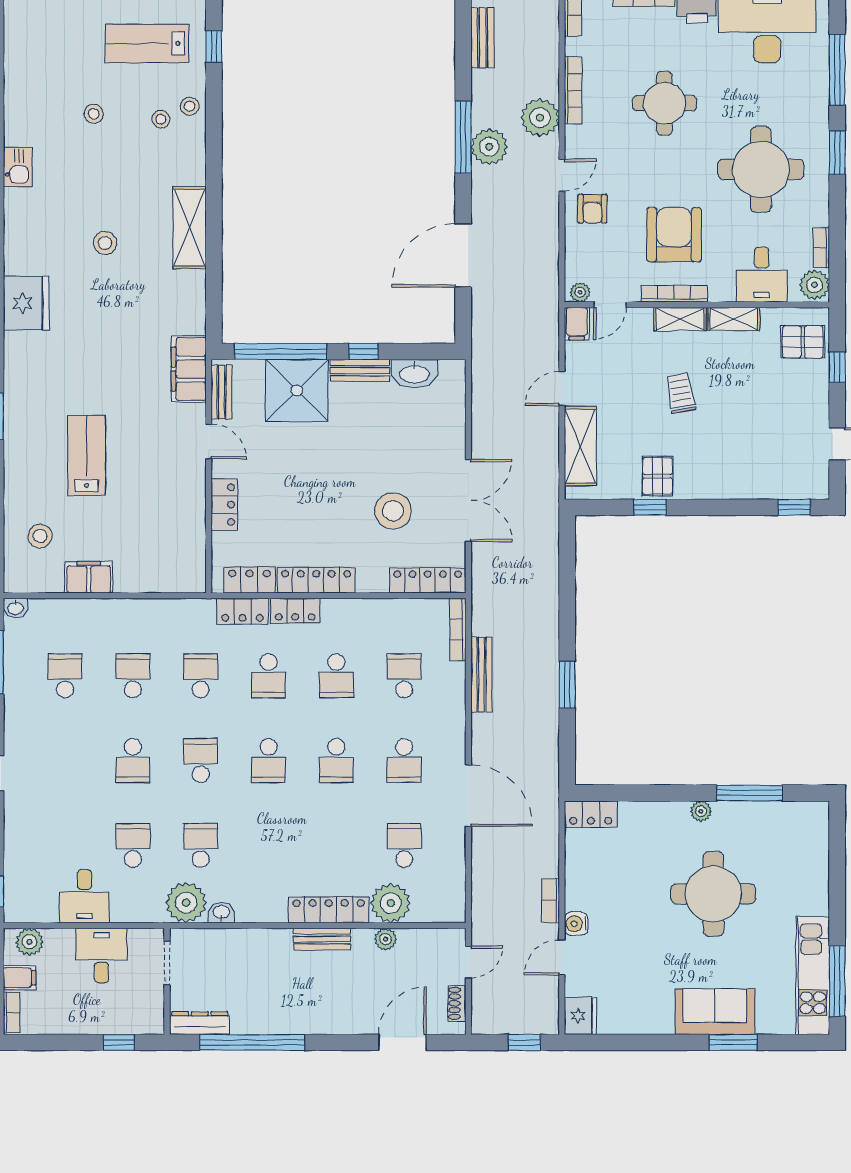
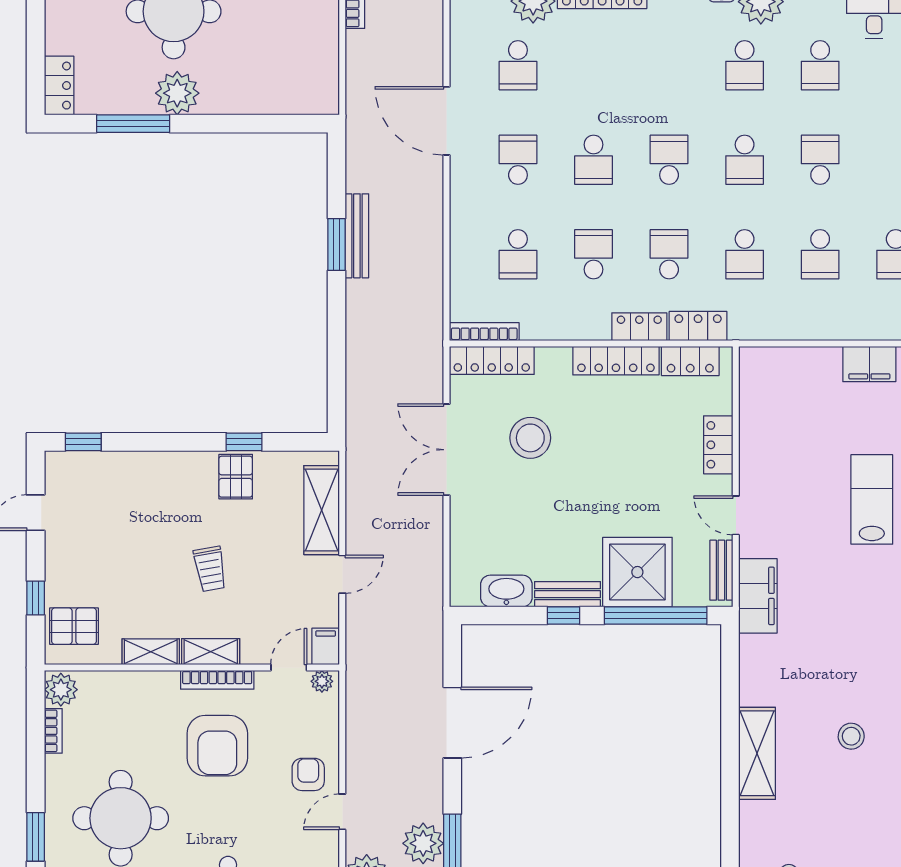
desk: (762, 275) -> (120, 701), removed
lab bench: (86, 456) -> (872, 499), turned 180
bookcase: (458, 630) -> (484, 332), moved, turned -90
bench: (482, 674) -> (357, 236), moved
school desk: (336, 761) -> (594, 160), turned 180
plant: (701, 811) -> (177, 93), width x1.88, depth x1.88
locker: (591, 814) -> (59, 86), moved, turned 90

